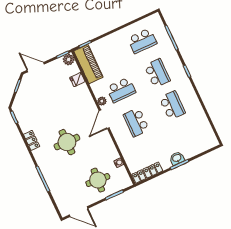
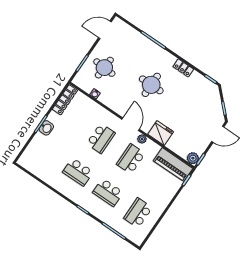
fridge: (77, 80) -> (161, 133), moved, width x1.88, depth x1.34
school desk: (136, 122) -> (101, 138), turned 90

